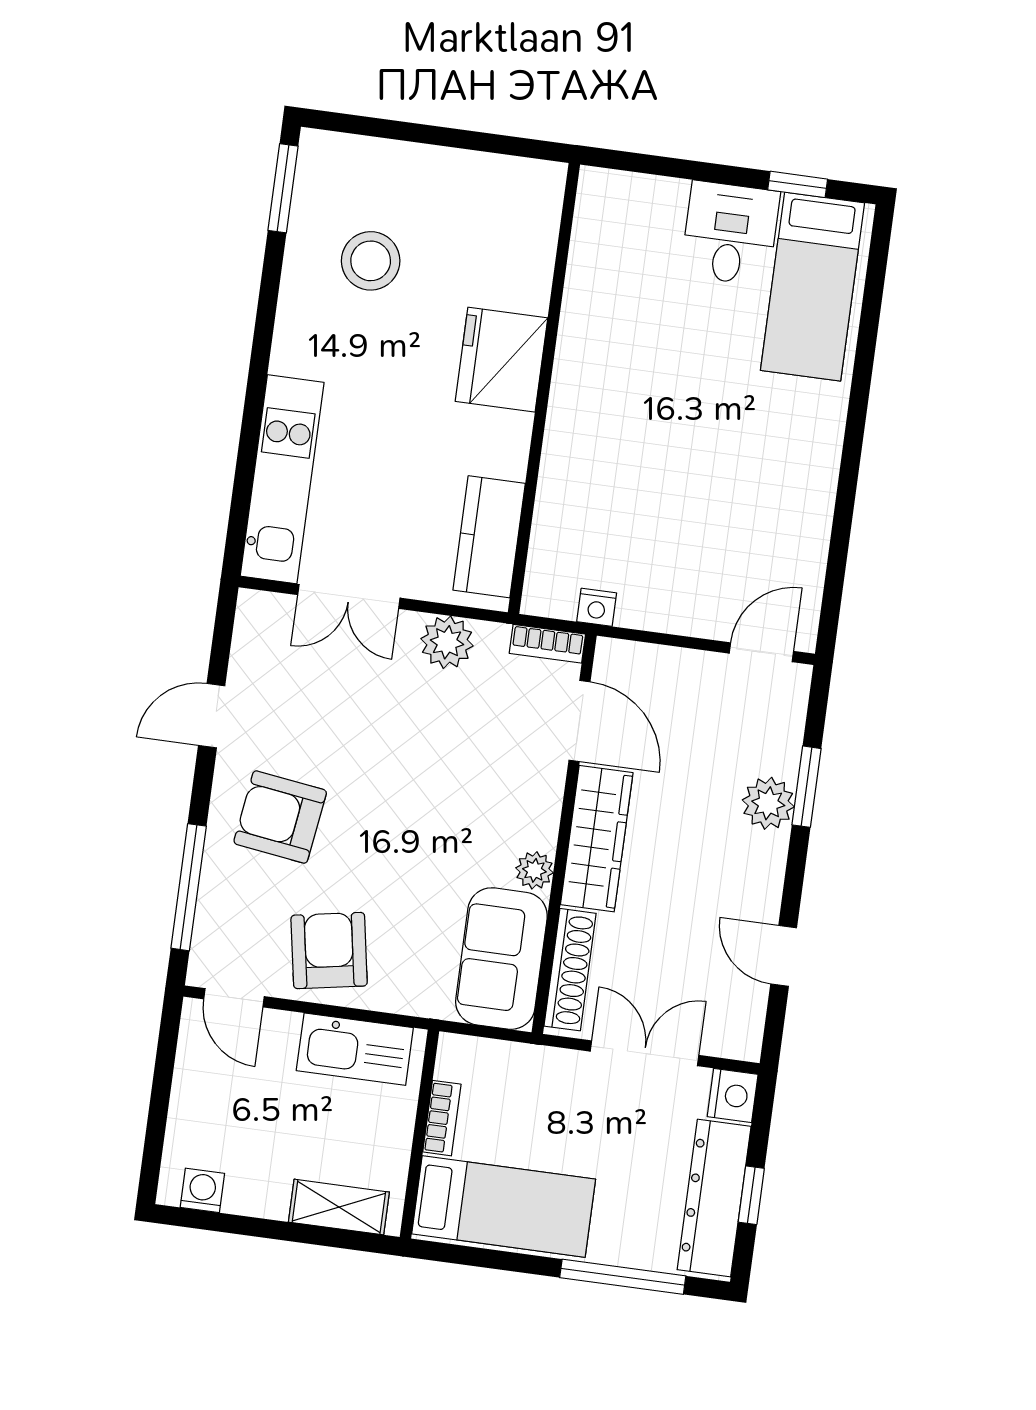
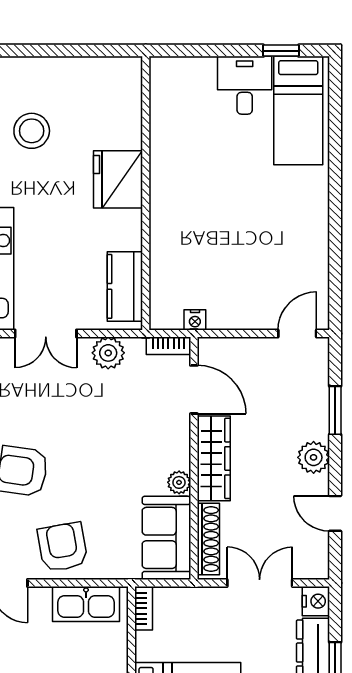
plant: (768, 803) -> (314, 457), moved
bookcase: (442, 1118) -> (144, 608), moved

